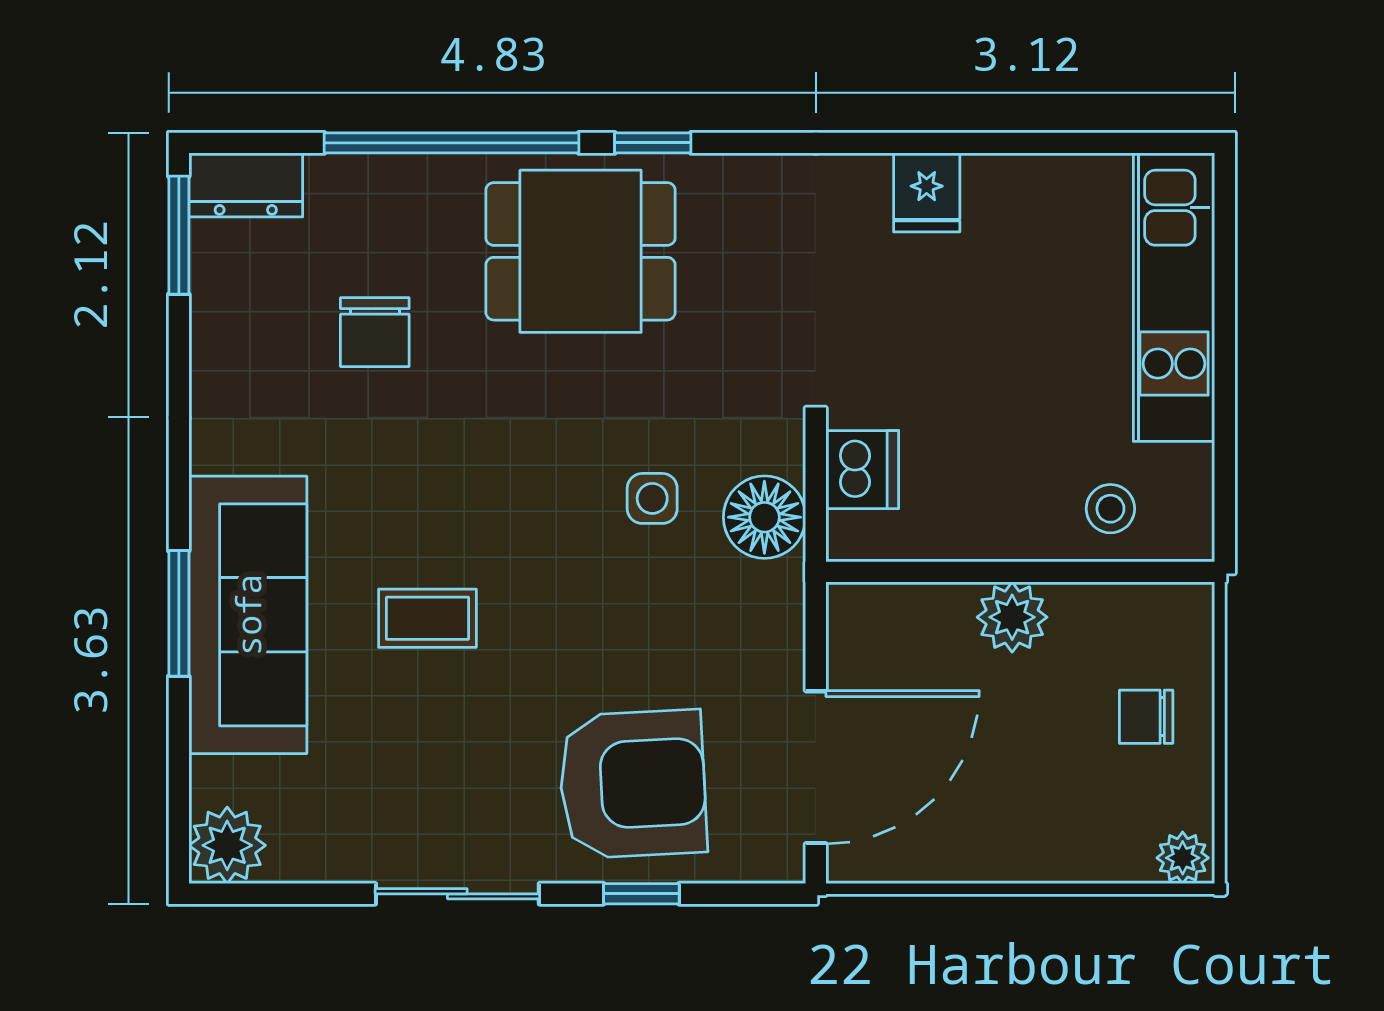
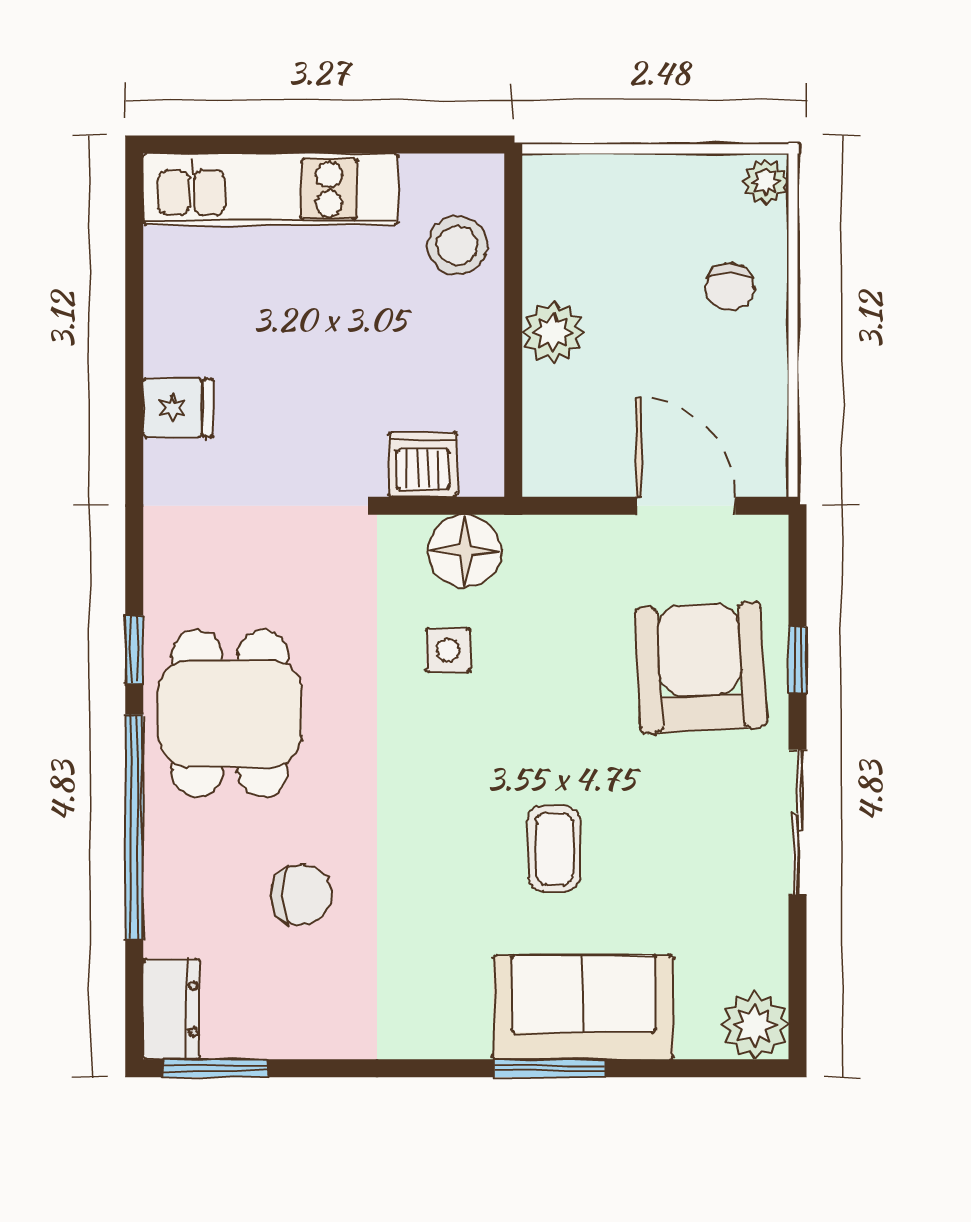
stool: (1110, 509) -> (457, 245), width x1.37, depth x1.37
sofa: (248, 615) -> (583, 1007), width x0.73
chair: (1146, 717) -> (730, 287), moved
door: (816, 767) -> (686, 506), width x0.73

